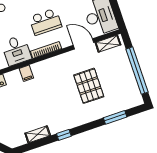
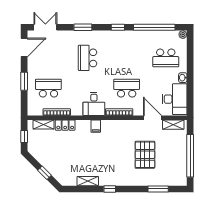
school desk: (45, 22) -> (127, 88), turned 180

